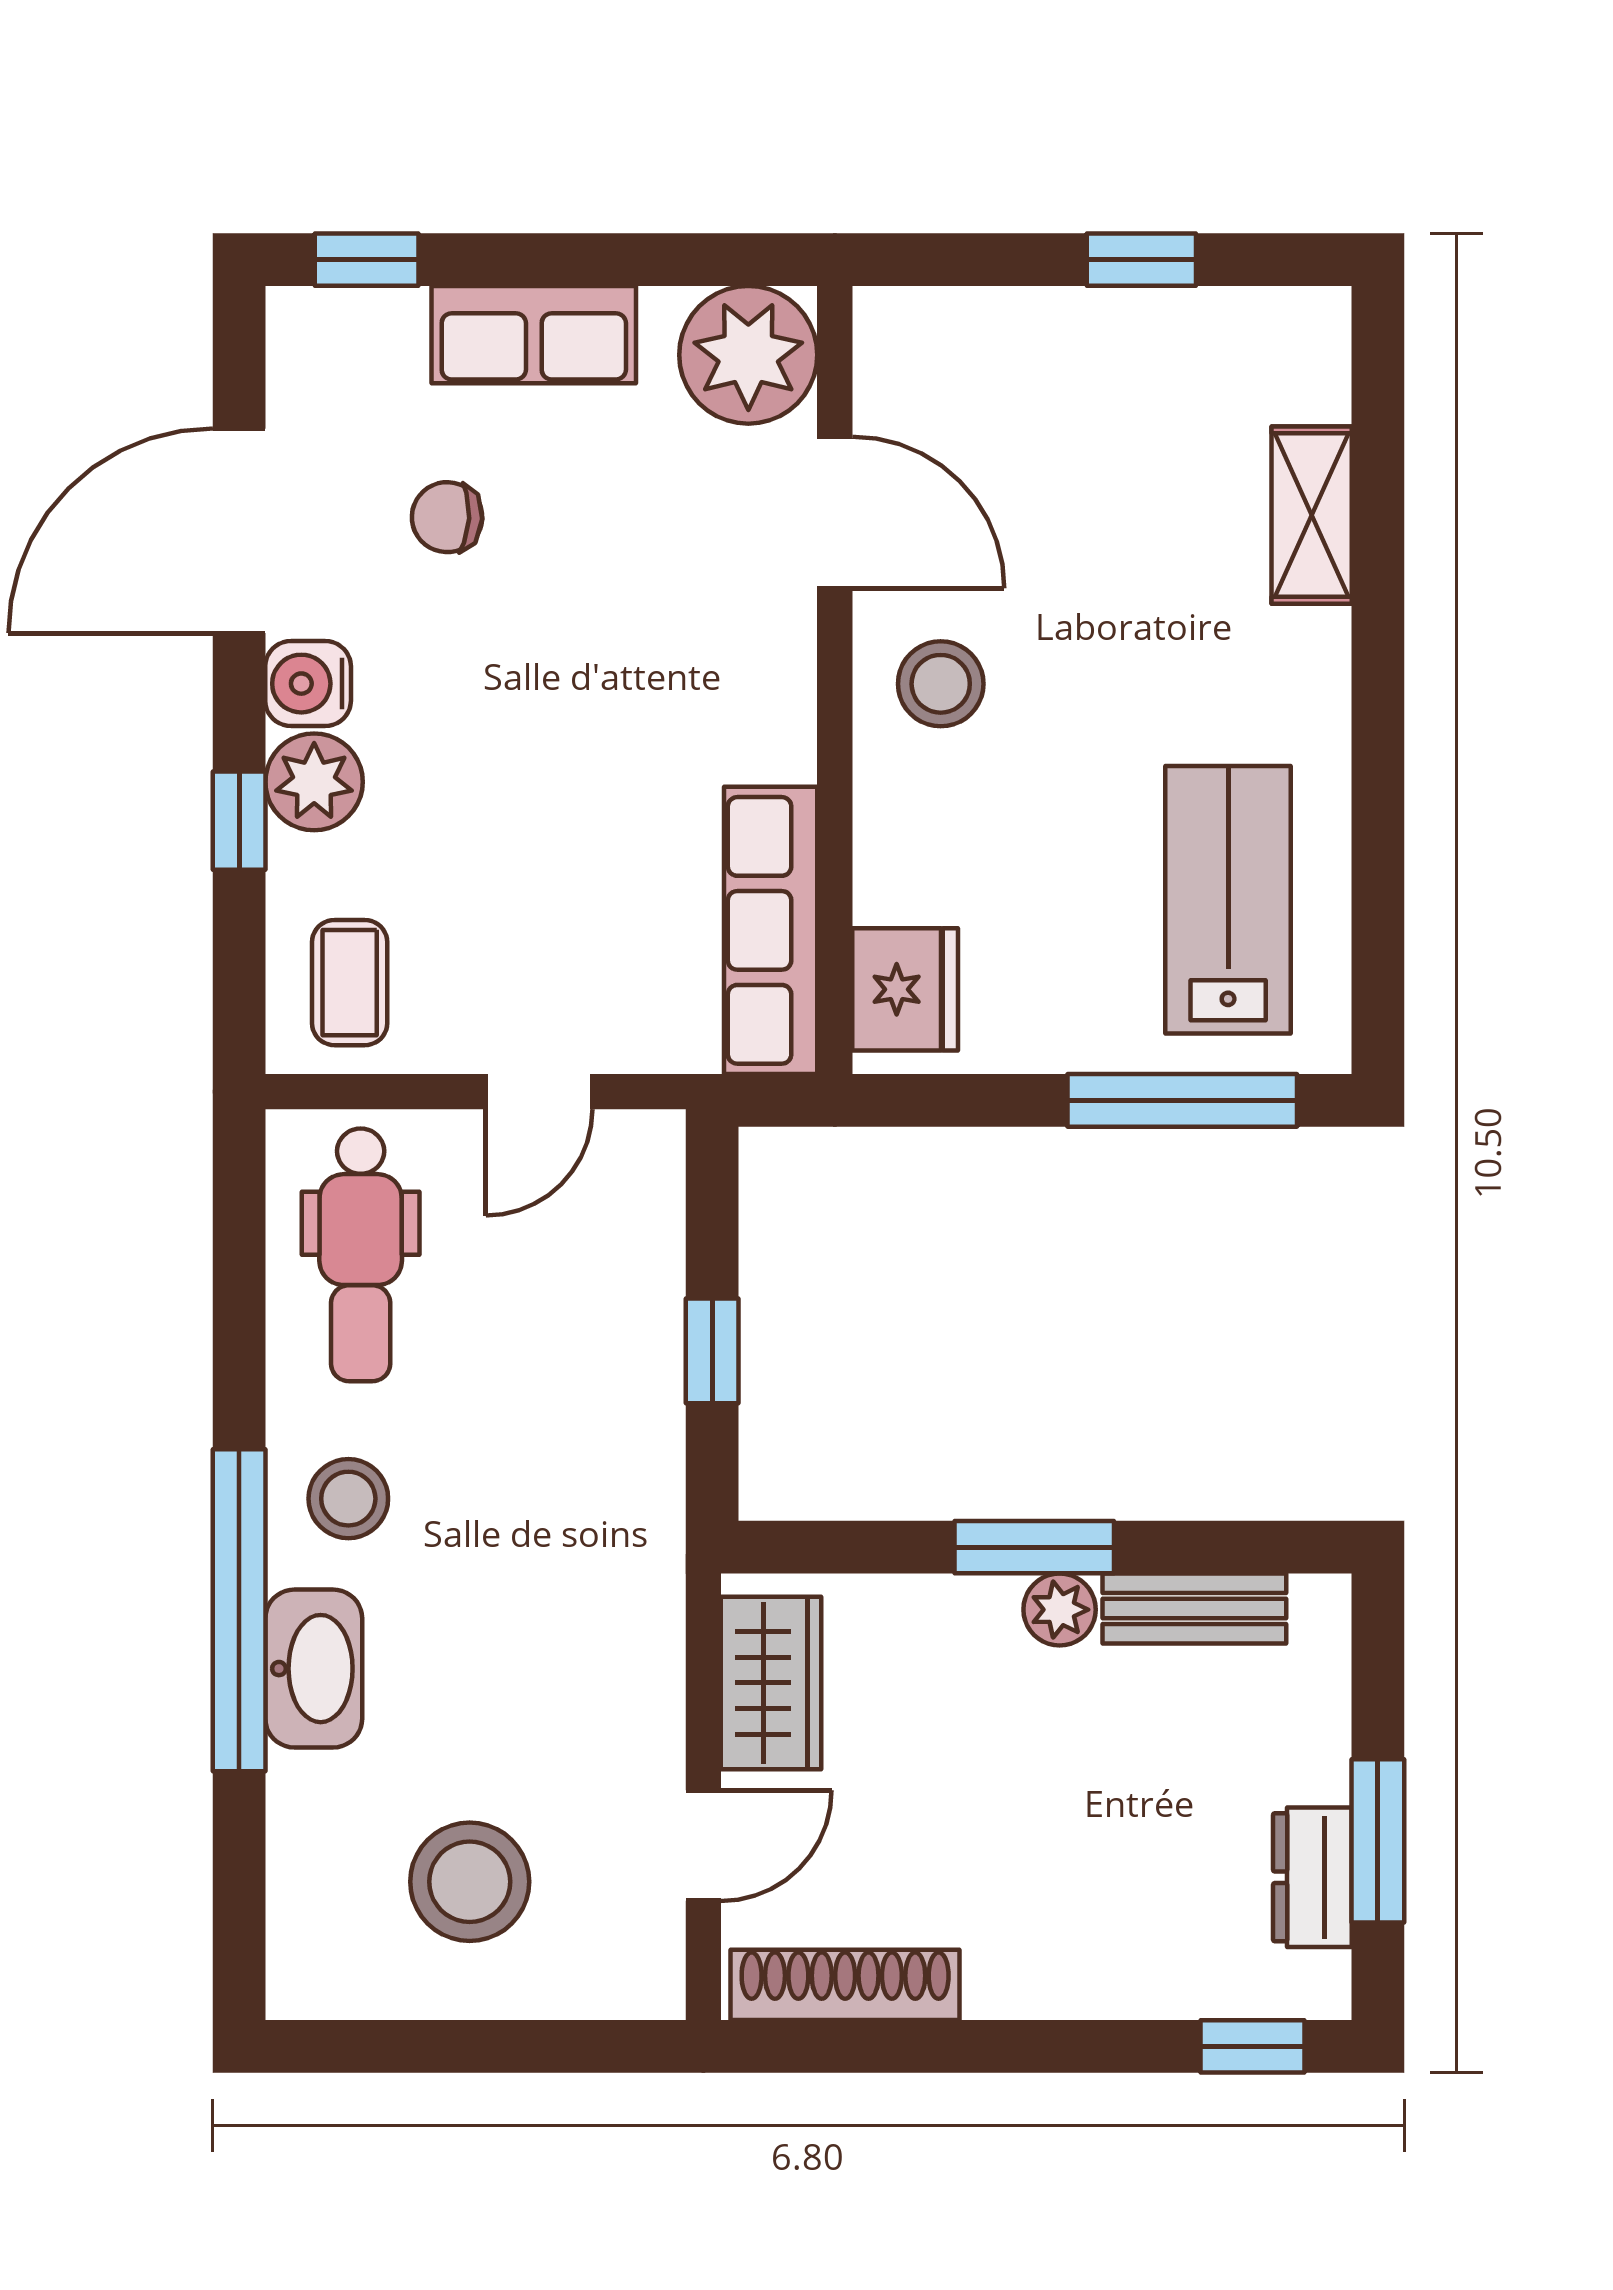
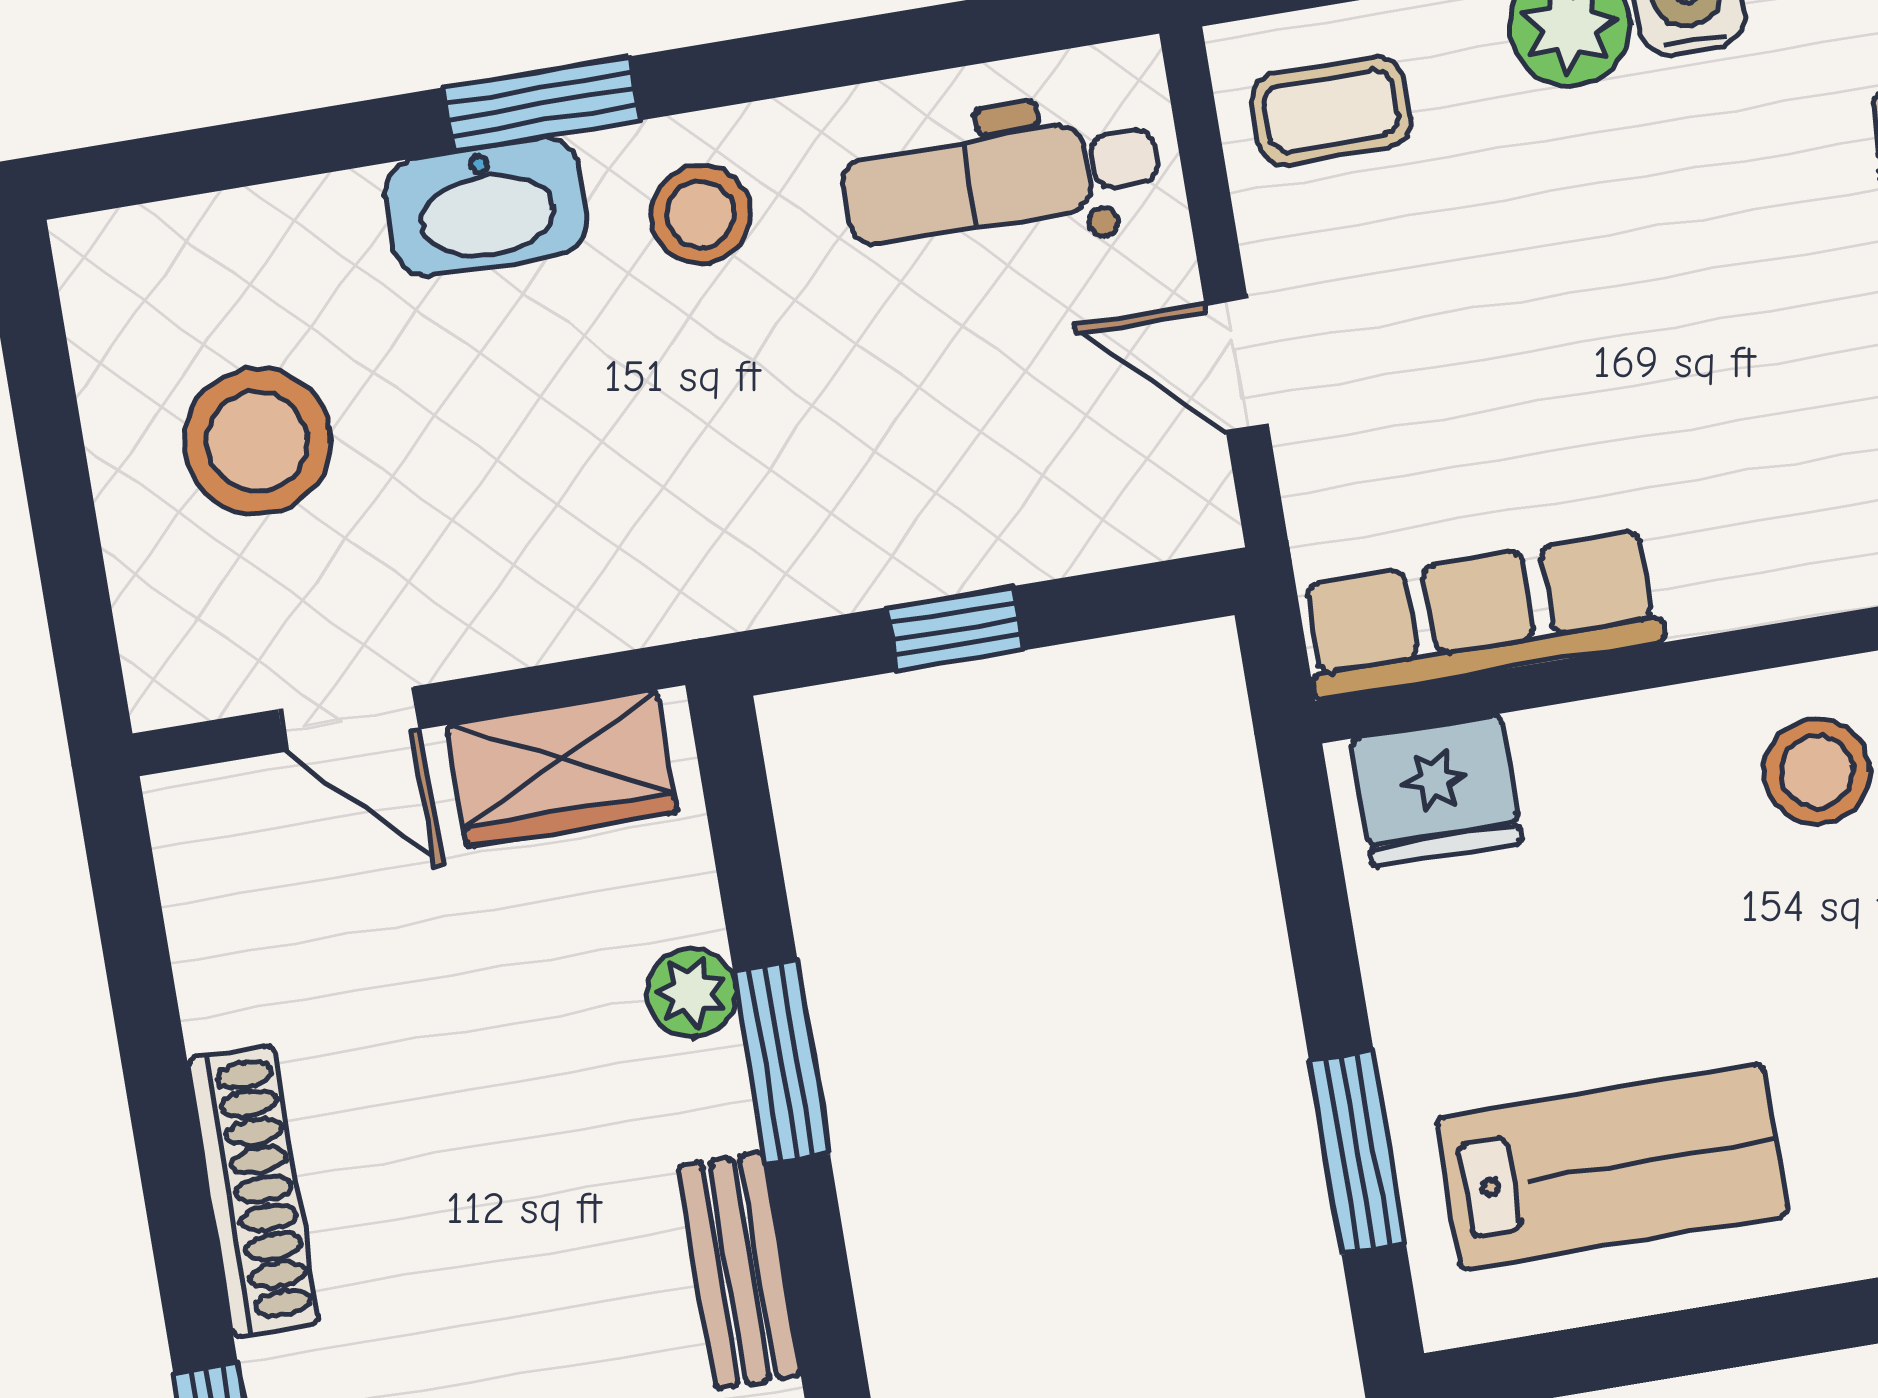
window: (1182, 1100) -> (1357, 1152), width x0.69
window: (239, 1610) -> (542, 104), width x0.47
plant: (1060, 1610) -> (691, 993), moved
shoe rack: (845, 1985) -> (253, 1191), moved

